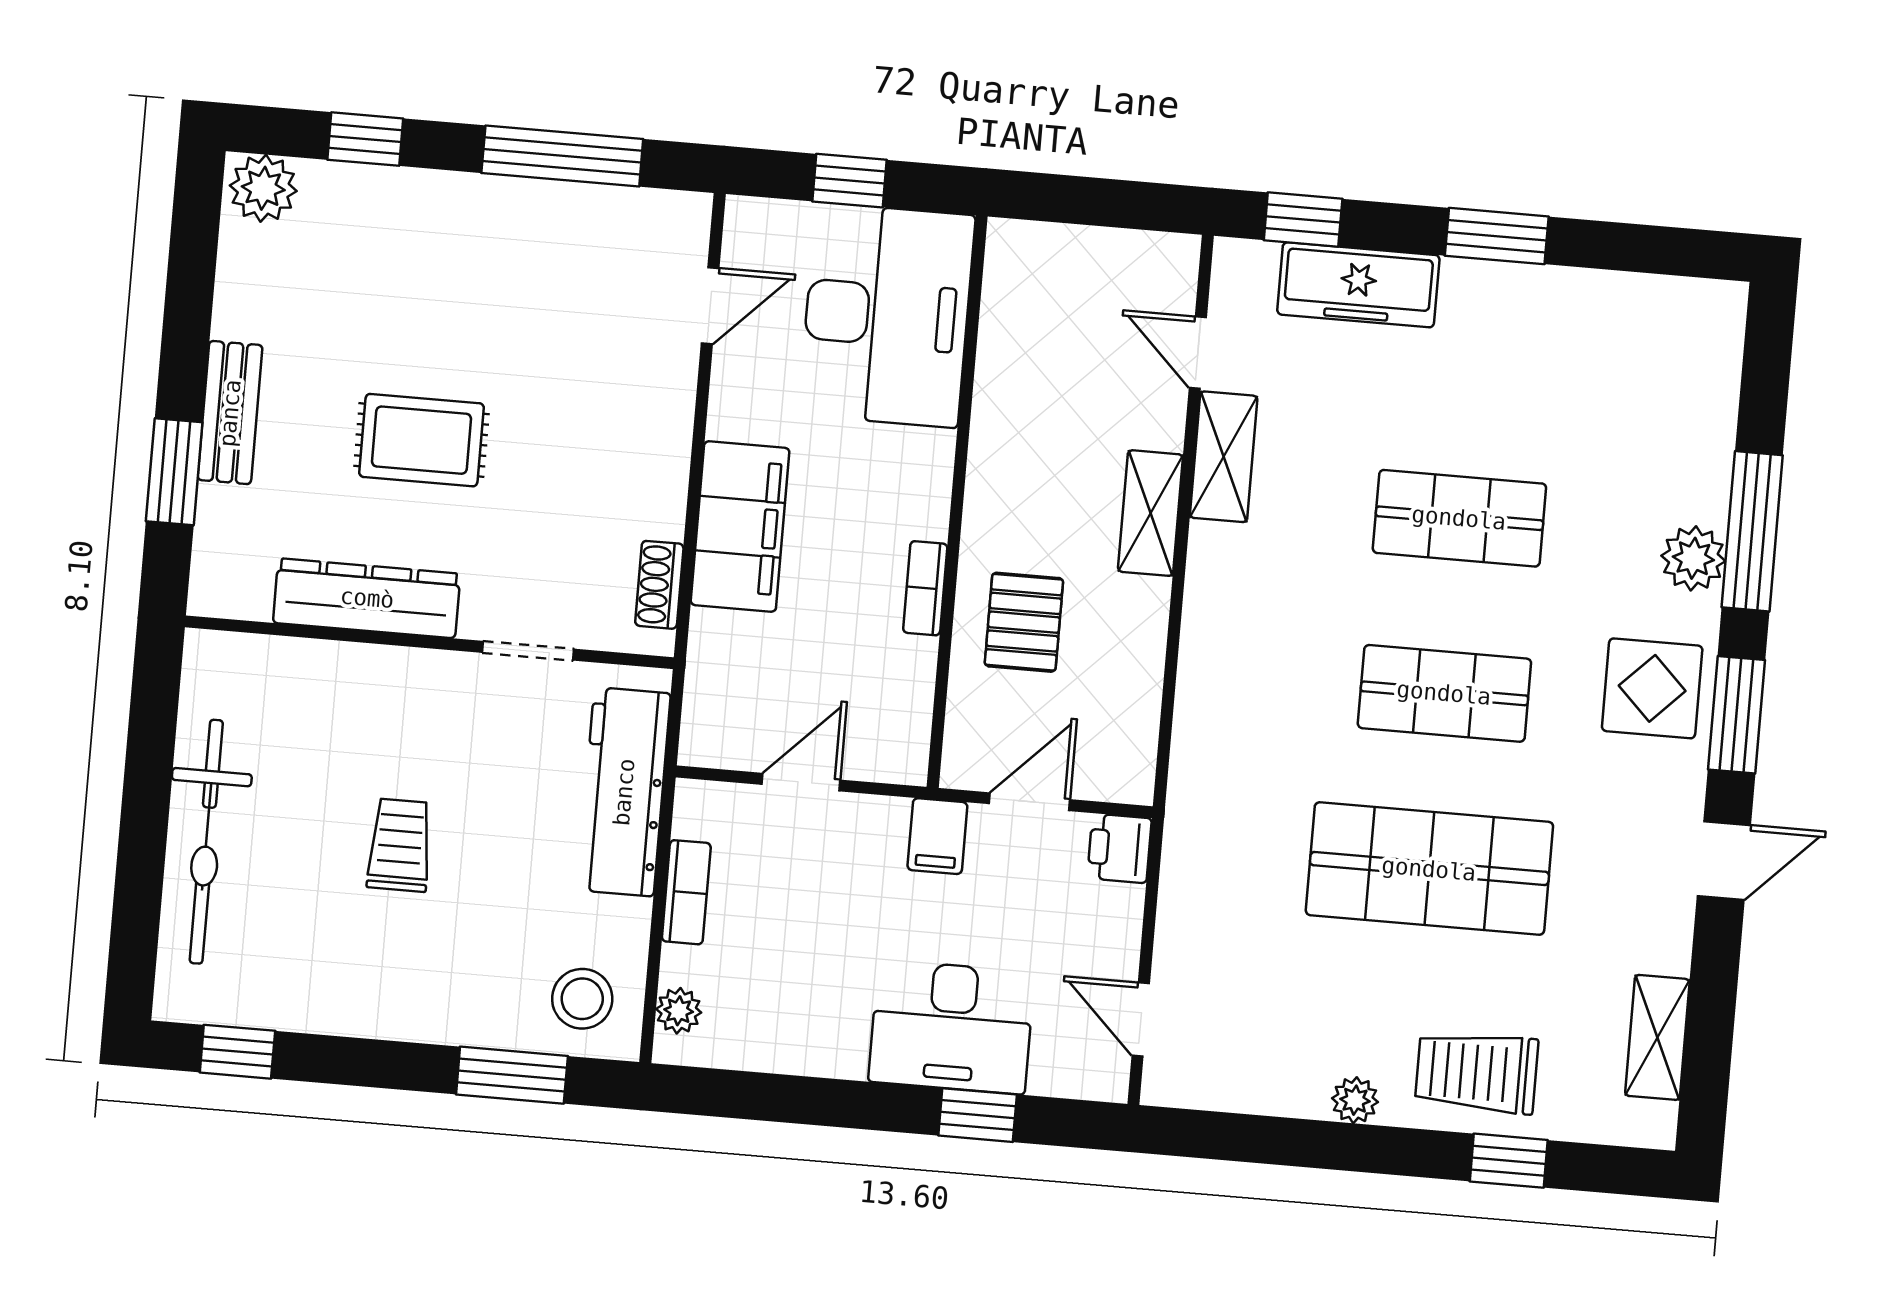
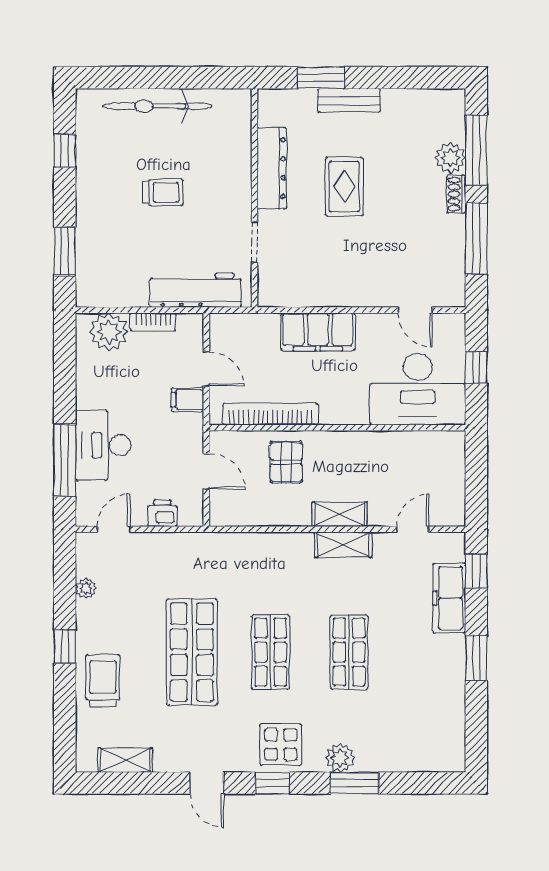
window: (365, 139) -> (476, 150), width x2.17
plant: (263, 188) -> (450, 158), moved
shelving: (1224, 457) -> (343, 545), moved
window: (1752, 531) -> (354, 783), width x0.69
shoe rack: (659, 585) -> (456, 194), moved, turned -90
bookcase: (925, 588) -> (270, 414), width x2.31, depth x1.31
pallet: (1024, 622) -> (286, 462), turned 90
window: (1736, 715) -> (272, 783), width x0.67
filing cabinet: (937, 836) -> (188, 400), moved
printer: (1119, 848) -> (162, 513), moved
stool: (582, 999) -> (102, 280), removed
plant: (679, 1011) -> (109, 332), width x1.88, depth x1.88
window: (237, 1052) -> (65, 151), moved
plant: (1355, 1100) -> (86, 588), moved
window: (978, 1115) -> (65, 460), width x2.17
window: (1509, 1161) -> (65, 647), moved

